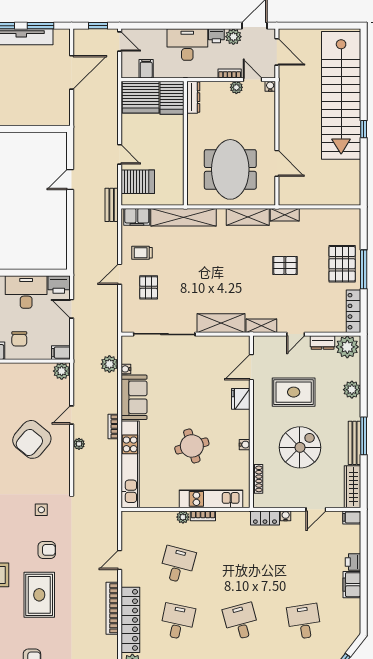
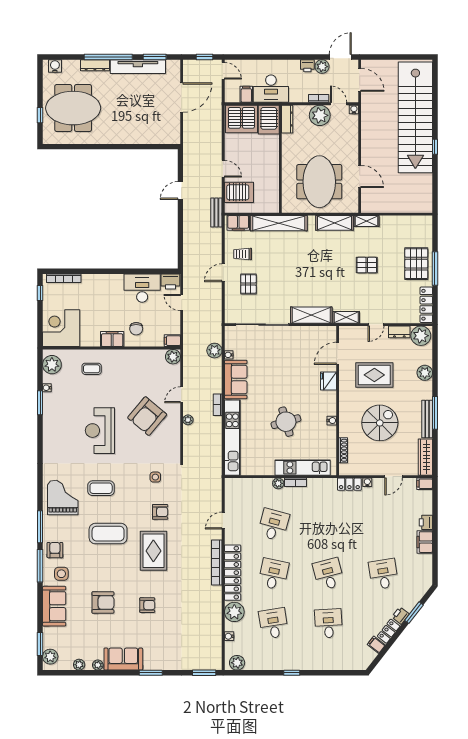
desk: (187, 45) -> (271, 89), moved, turned 180
plant: (236, 87) -> (320, 115), width x1.88, depth x1.88

